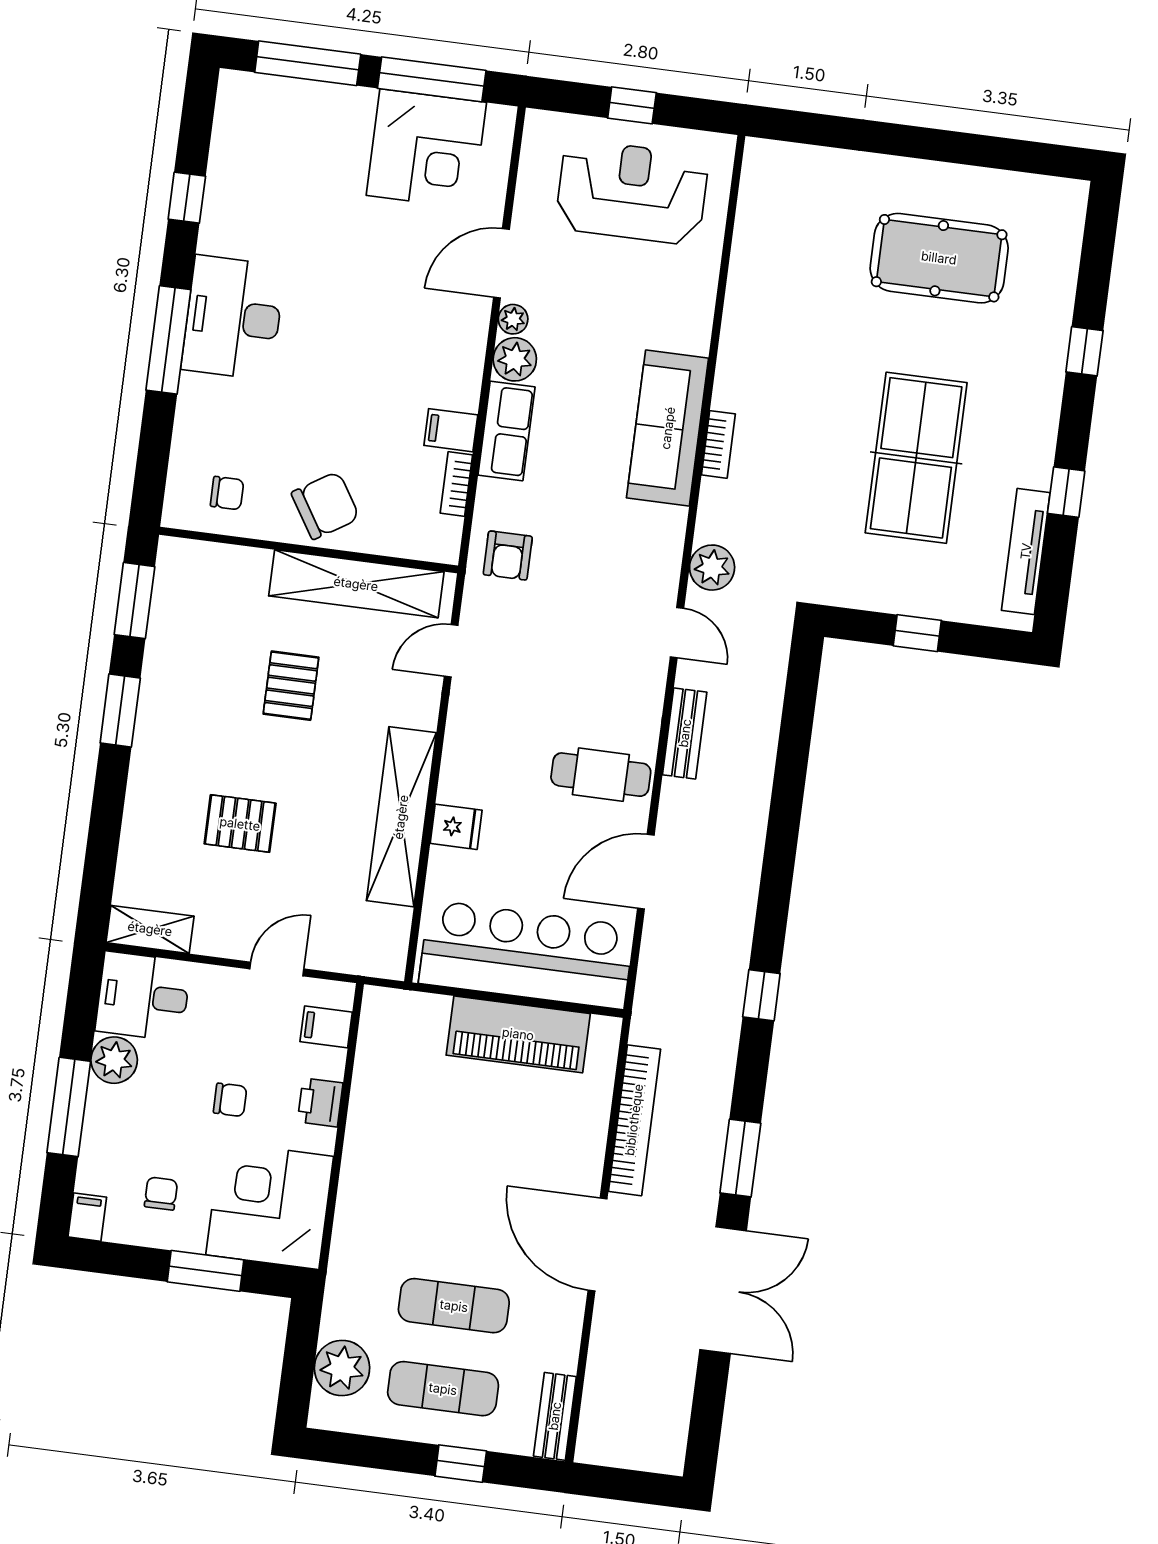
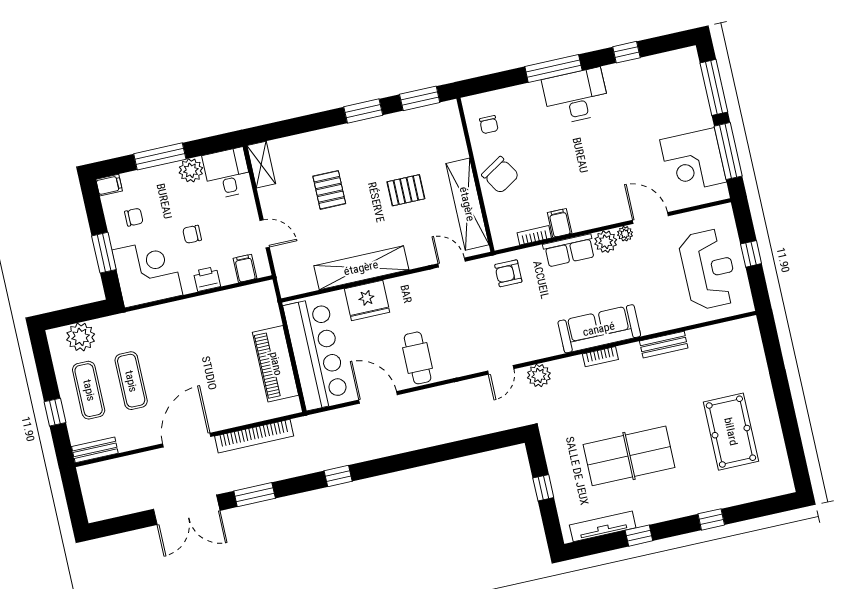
bench: (685, 733) -> (664, 345), moved
fridge: (456, 827) -> (367, 300), width x1.88, depth x1.34
chair: (230, 1100) -> (192, 234), turned 90

